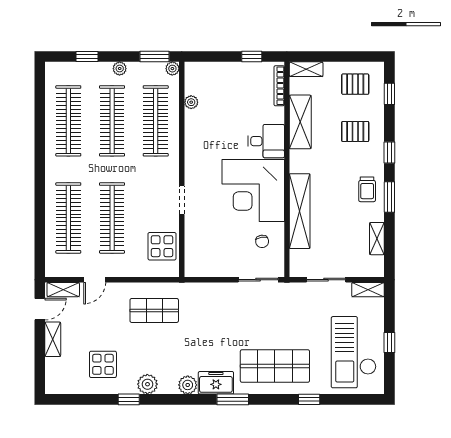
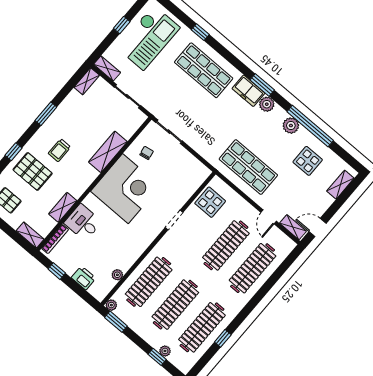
plant: (120, 69) -> (165, 351), moved
printer: (221, 72) -> (84, 278), added
shelving: (300, 122) -> (63, 207), width x0.67, depth x0.75
window: (40, 127) -> (223, 338), added
pallet: (355, 131) -> (33, 171), width x1.50, depth x1.42
desk: (266, 141) -> (83, 222), moved
window: (389, 153) -> (13, 152), moved
trolley: (367, 189) -> (59, 150), moved, turned 180
shelving: (300, 211) -> (108, 152), width x0.68
shelving: (377, 239) -> (87, 81), moved
door: (95, 280) -> (269, 217), swing flipped
shop shelf: (154, 310) -> (248, 167), width x1.43, depth x1.36
shelving: (53, 339) -> (340, 185), moved
window: (129, 399) -> (310, 126), width x3.17
window: (233, 399) -> (262, 85), moved

